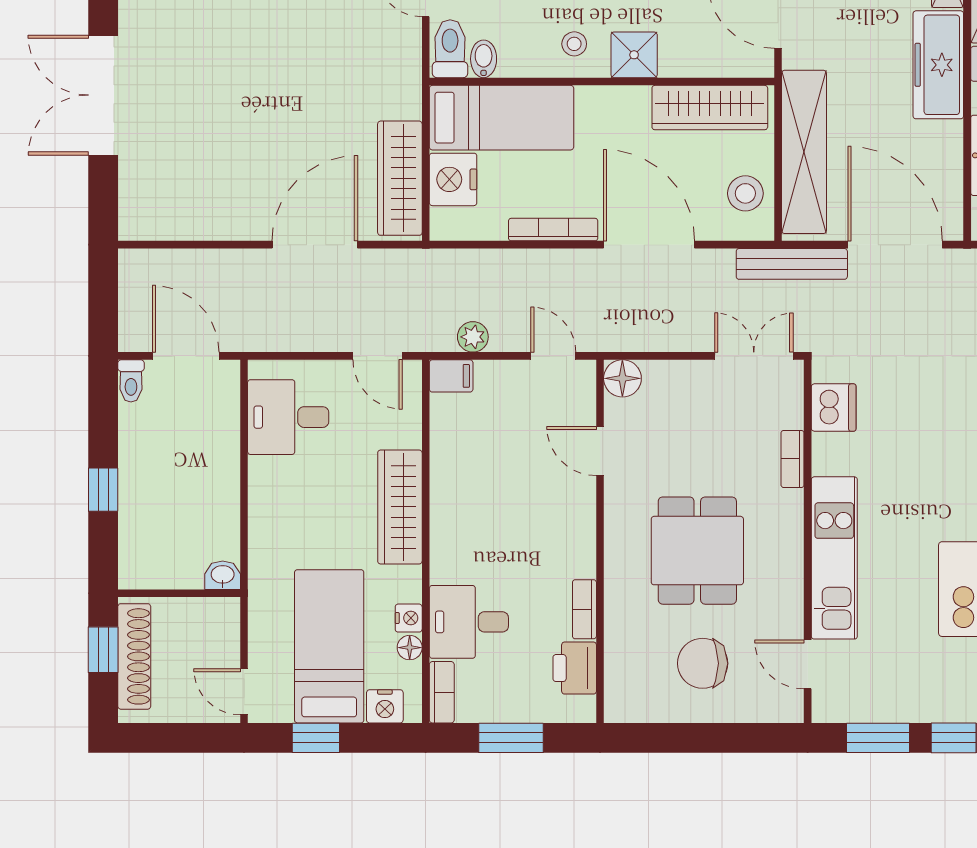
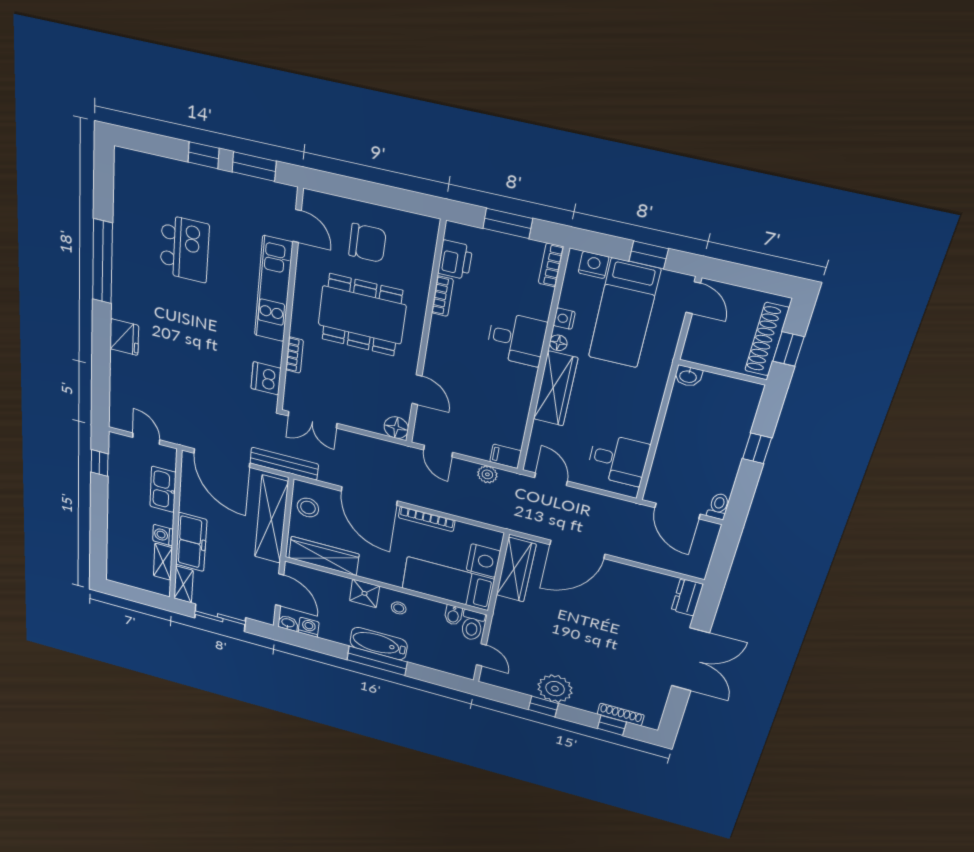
dresser: (136, 210) -> (687, 597), added
dining table: (697, 551) -> (362, 315), width x1.38
desk: (469, 622) -> (517, 339), moved
floor lamp: (410, 648) -> (558, 343), moved

